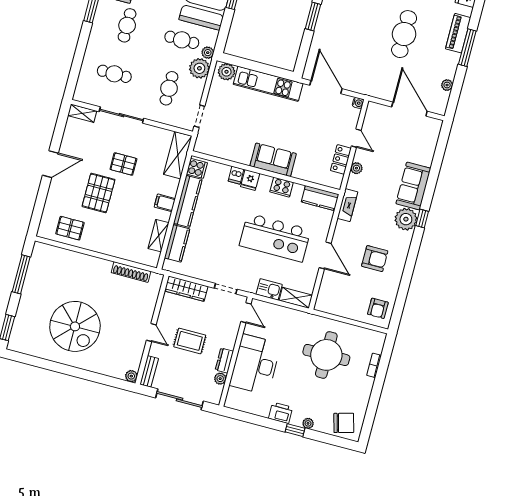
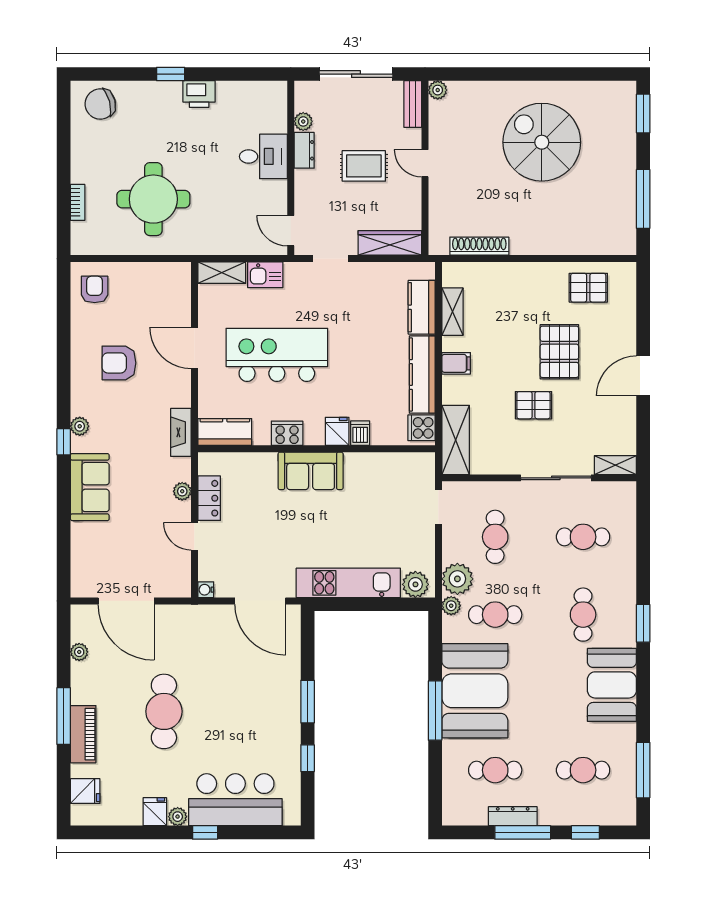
plant: (406, 219) -> (80, 426), width x0.53, depth x0.53
desk: (255, 365) -> (263, 156), width x0.53, depth x0.77
plant: (308, 423) -> (154, 89), removed

